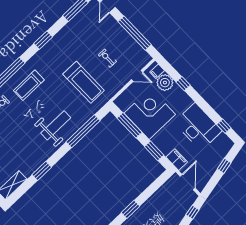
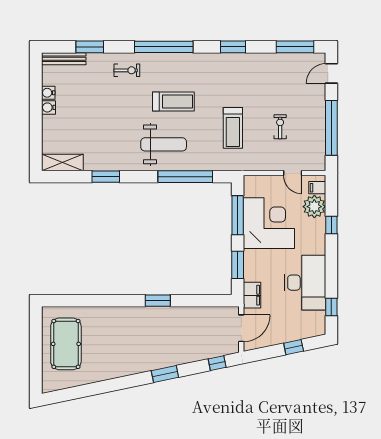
treadmill: (84, 82) -> (233, 128), width x0.73, depth x0.73
treadmill: (29, 85) -> (173, 102), moved, turned 180

